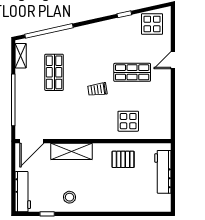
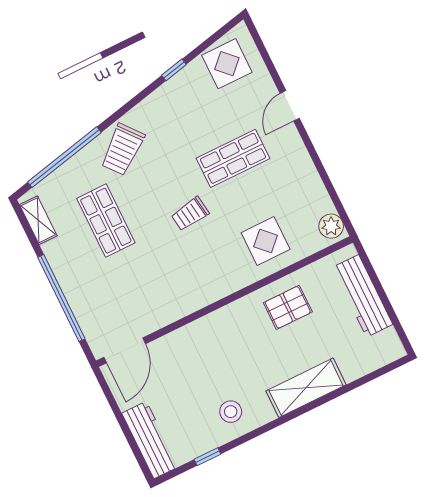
trolley: (80, 41) -> (123, 149), added
plant: (164, 130) -> (331, 226), added
shelving: (71, 151) -> (306, 388), moved

